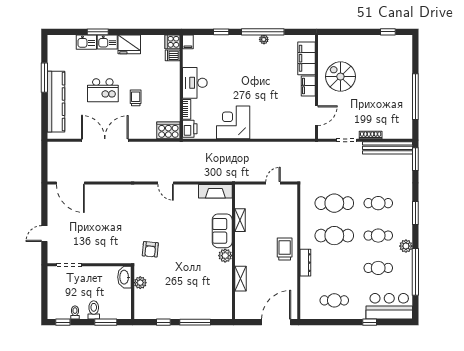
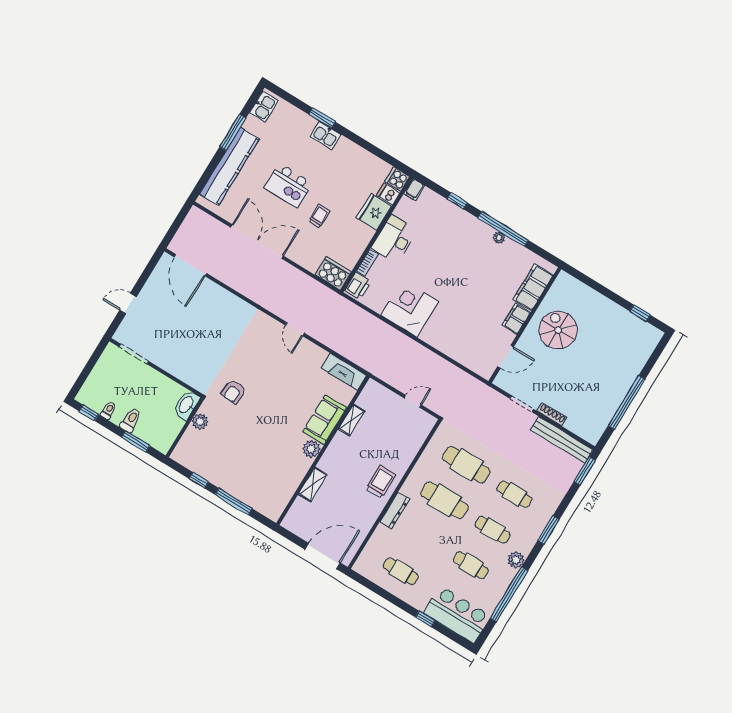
kitchen sink: (86, 42) -> (264, 107), moved, turned -90
fridge: (129, 44) -> (374, 212), moved, turned 90

